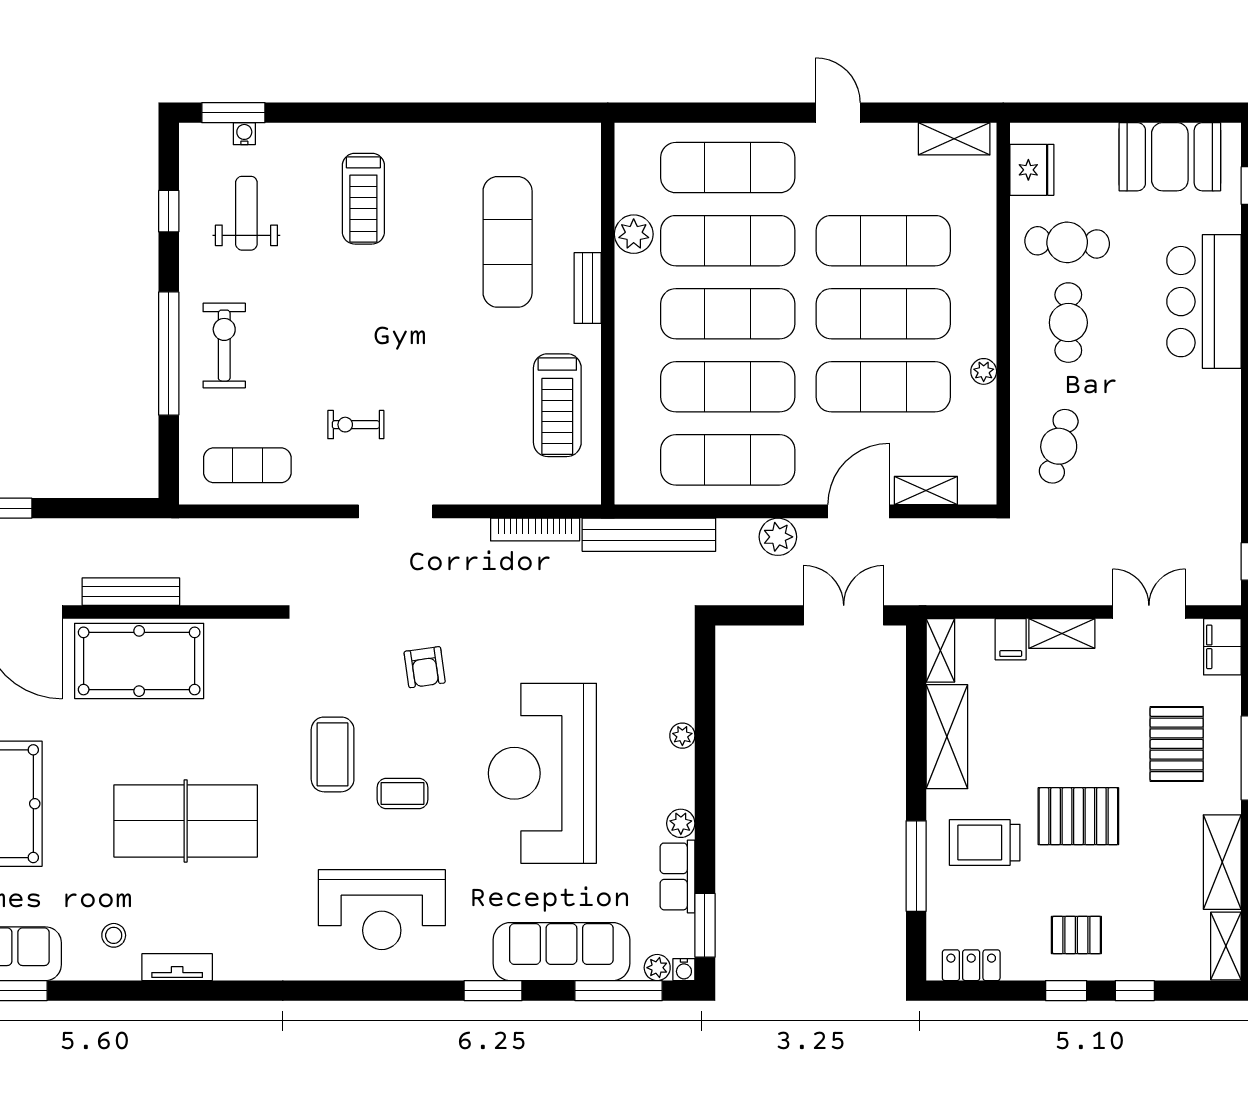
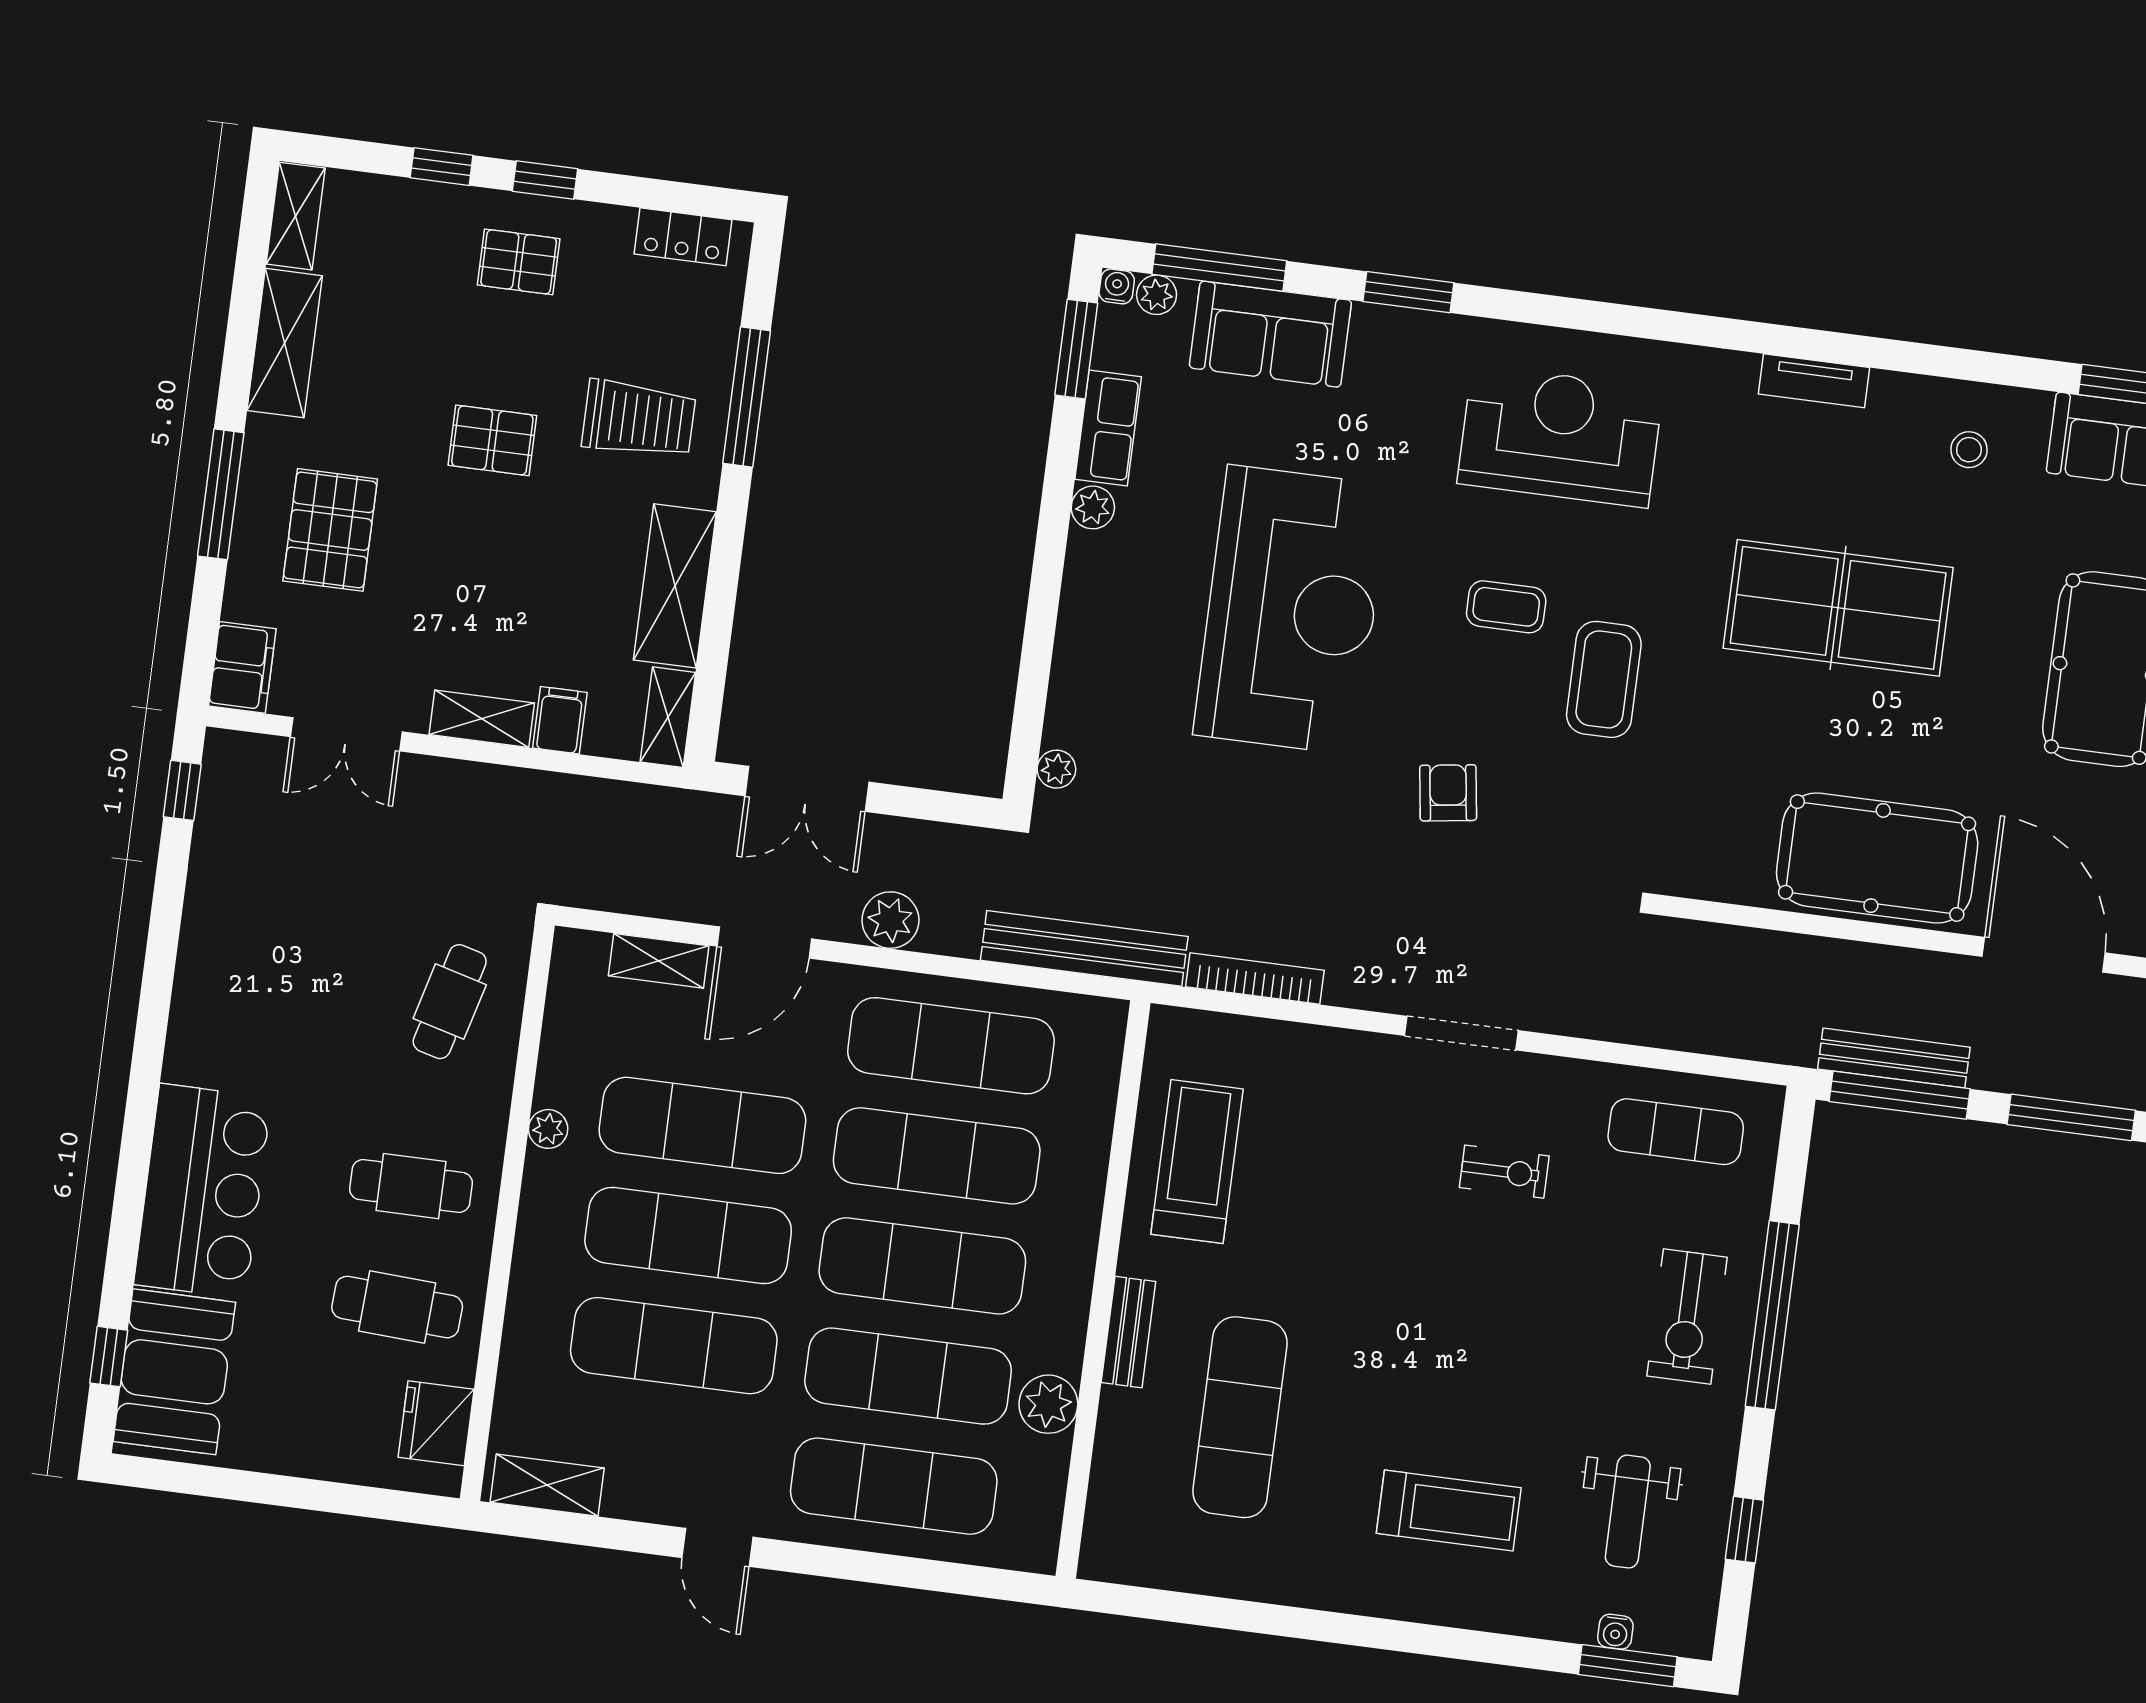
booth: (1170, 157) -> (174, 1372), moved, turned 90
treadmill: (363, 199) -> (1449, 1511), turned 90
cafe table: (1068, 323) -> (411, 1186), turned 90
window: (104, 508) -> (1900, 1095), added
bench: (131, 592) -> (1894, 1058), moved
plant: (682, 736) -> (1056, 769), moved
pallet: (1078, 816) -> (492, 440), width x0.67, depth x0.71
sofa: (561, 952) -> (1270, 334), width x0.73
tv unit: (177, 967) -> (1814, 381), moved

